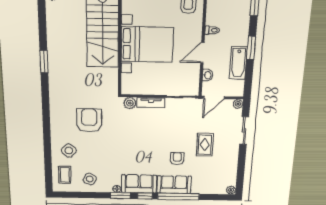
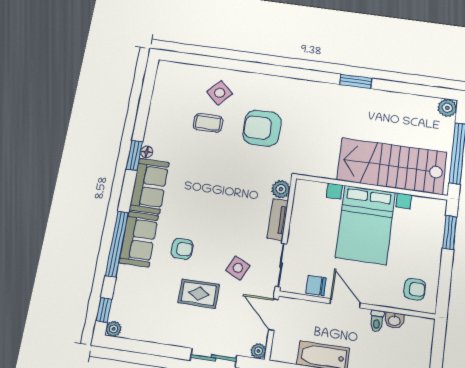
chair: (192, 73) -> (316, 285), added
washbasin: (208, 75) -> (394, 320), moved
armchair: (89, 120) -> (262, 128), turned 180
coffee table: (65, 175) -> (208, 123), moved
side table: (90, 179) -> (238, 268), moved
window: (145, 196) -> (104, 310), moved

